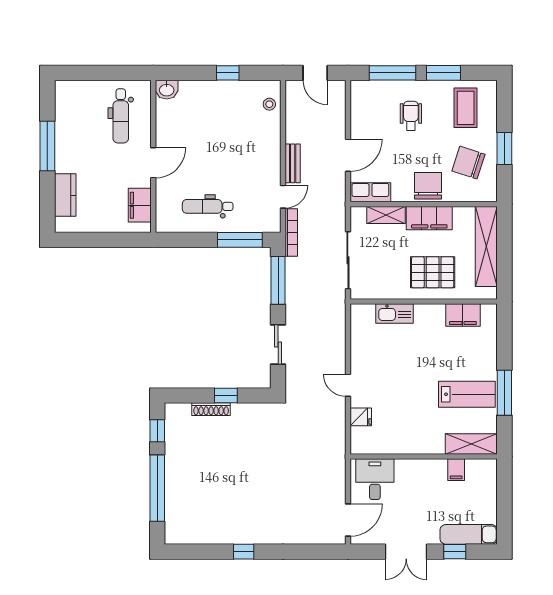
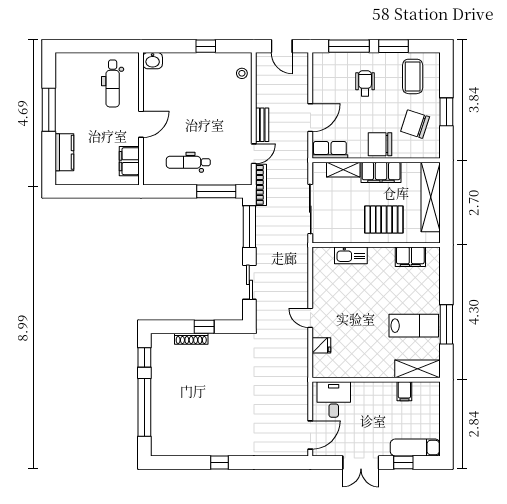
chair: (428, 186) -> (380, 144), turned -90

